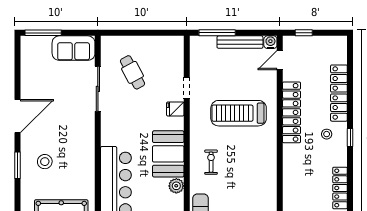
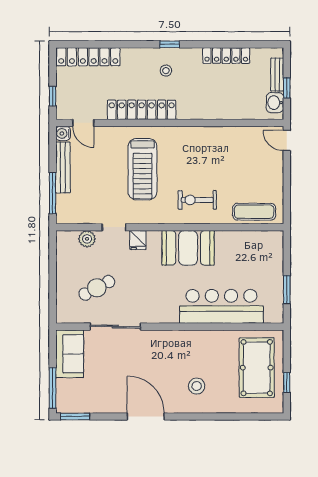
locker: (339, 93) -> (88, 57), moved
exercise bike: (211, 162) -> (197, 200), width x1.38, depth x1.39
window: (18, 165) -> (75, 416), moved
plant: (176, 186) -> (87, 239), moved

